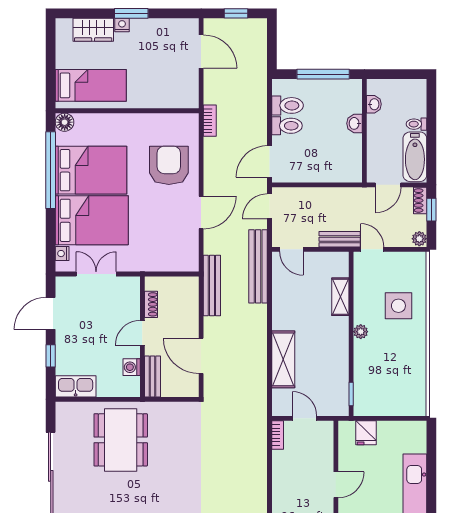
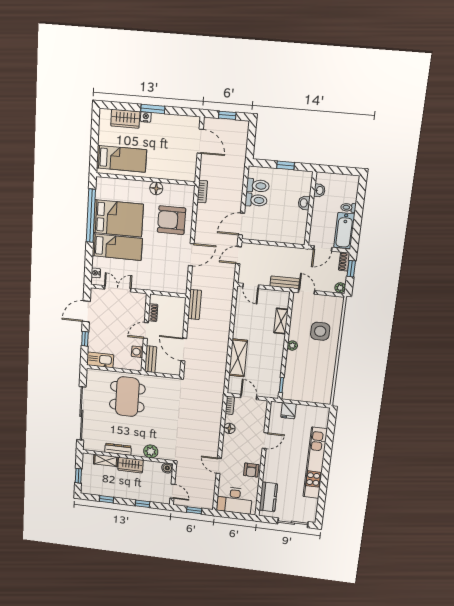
window: (323, 74) -> (286, 165), width x0.46
floor lamp: (65, 122) -> (156, 188), moved
armchair: (169, 165) -> (171, 220), turned -90
bed: (92, 220) -> (117, 247), width x0.67
bench: (258, 266) -> (227, 295), removed
bench: (212, 286) -> (195, 305), width x0.73
floor lamp: (280, 472) -> (229, 428), added

